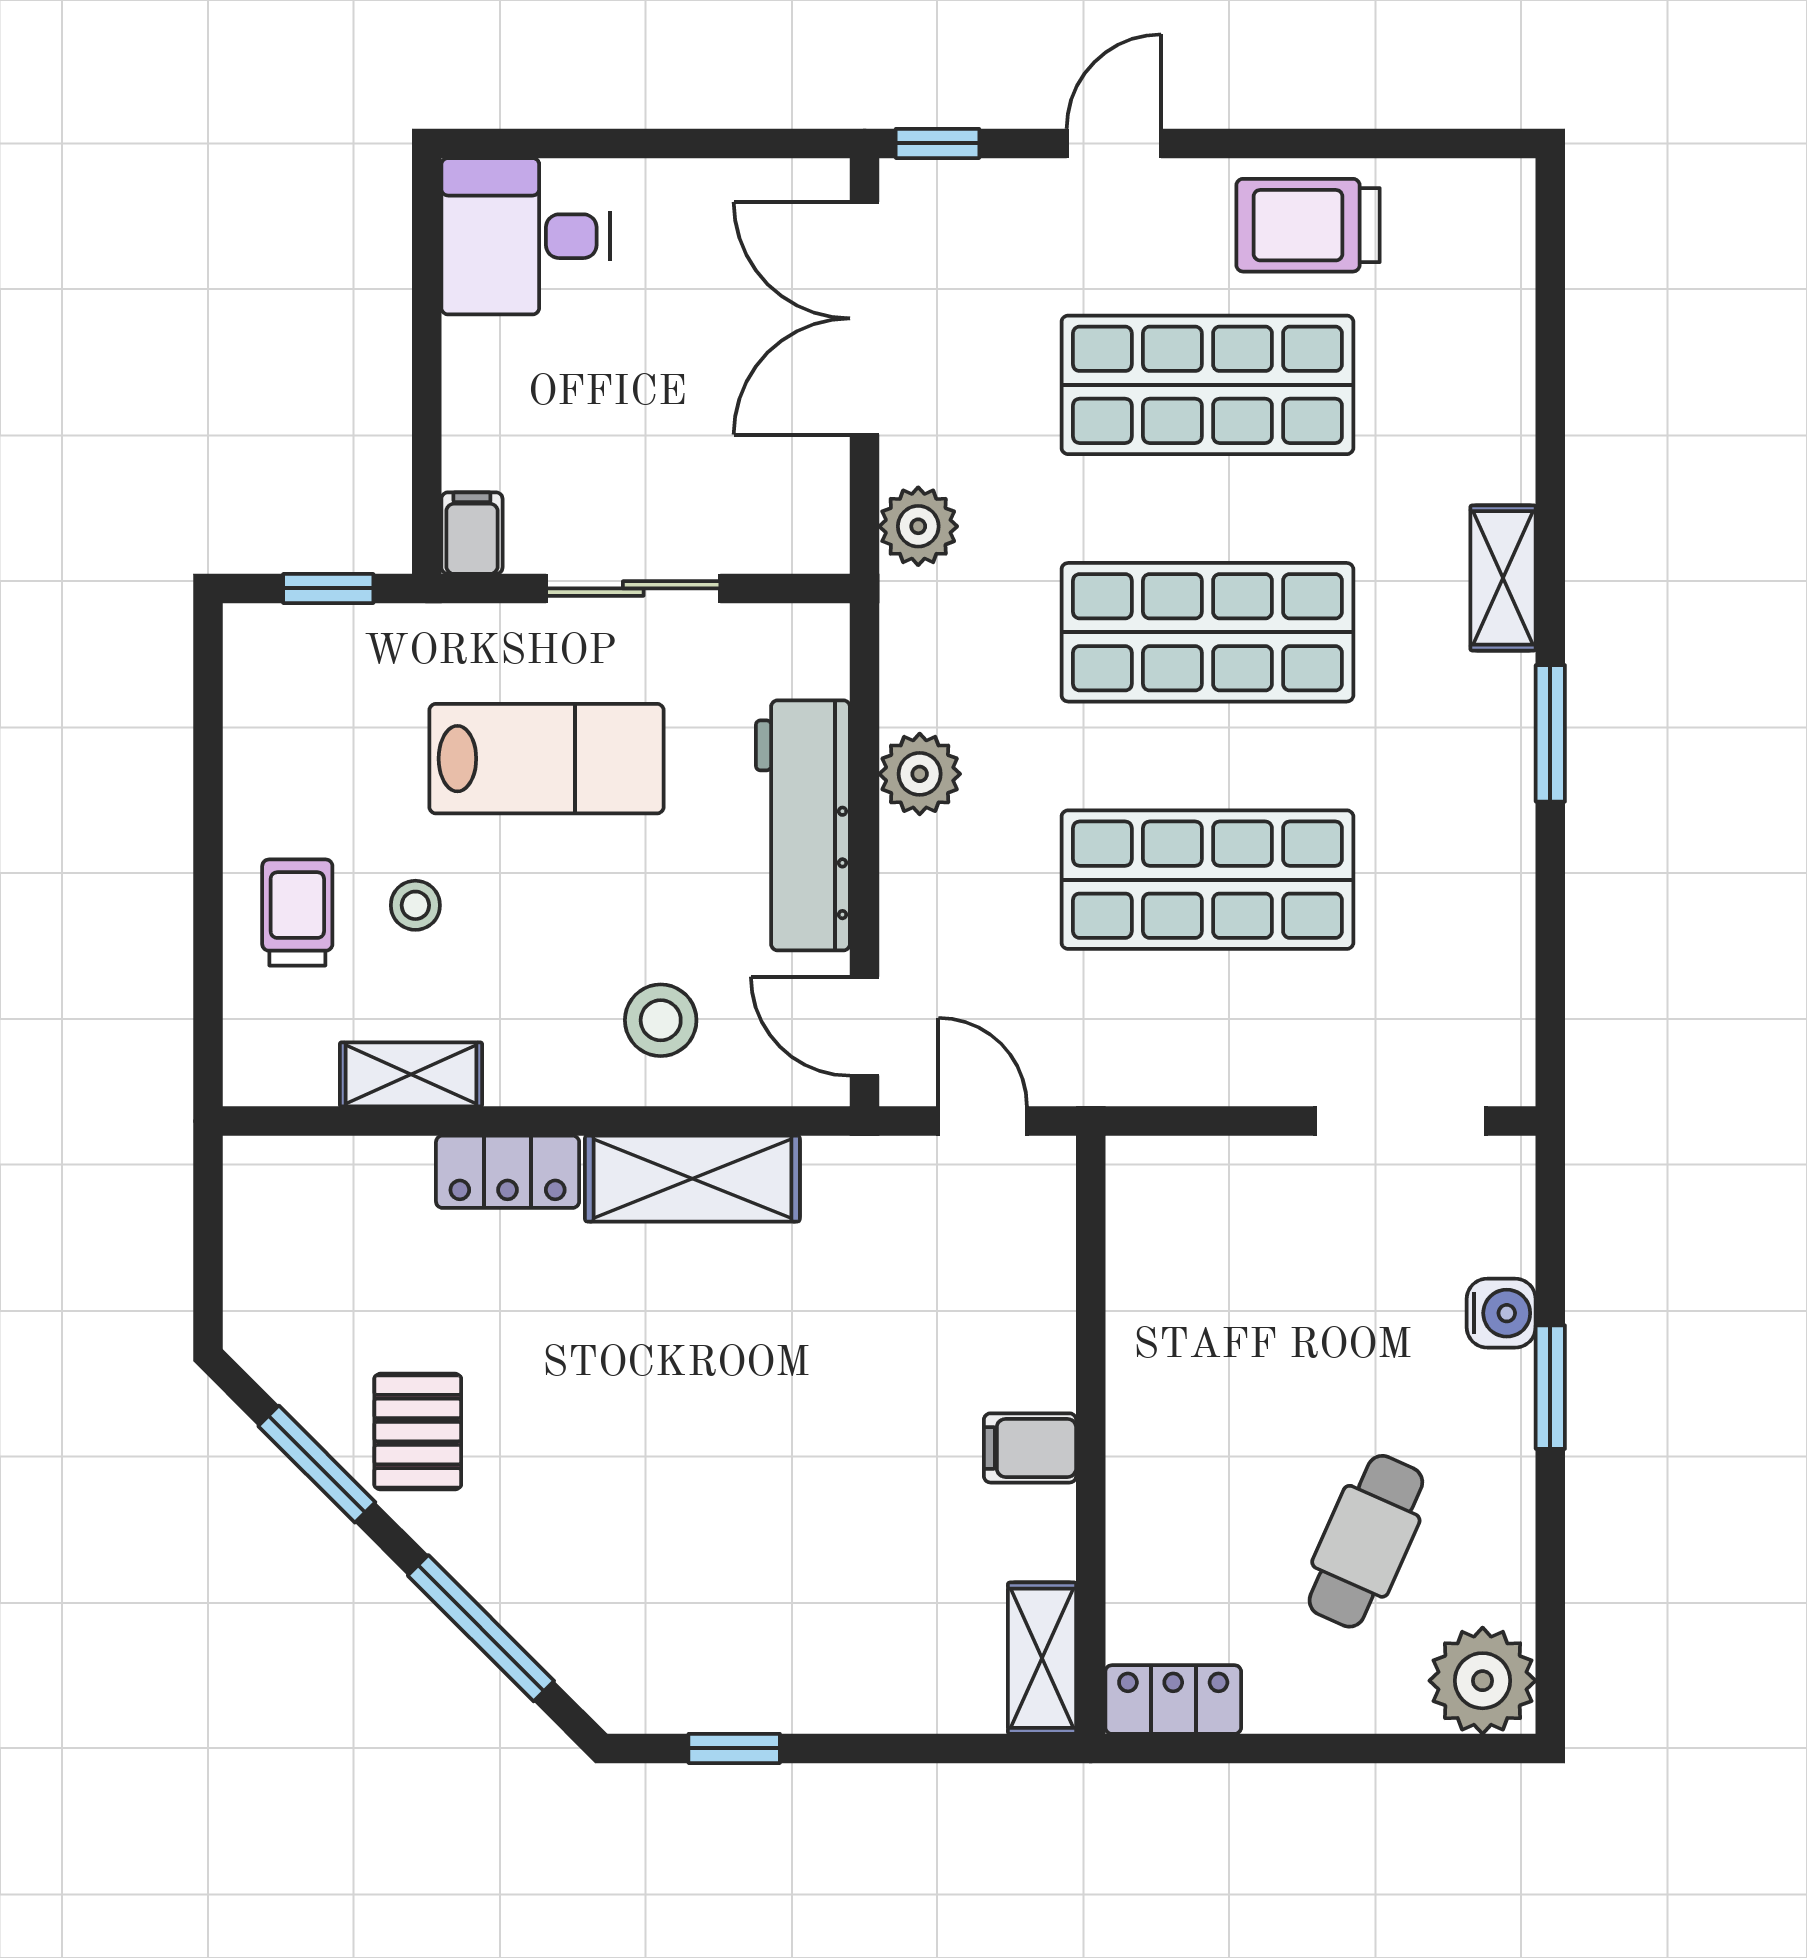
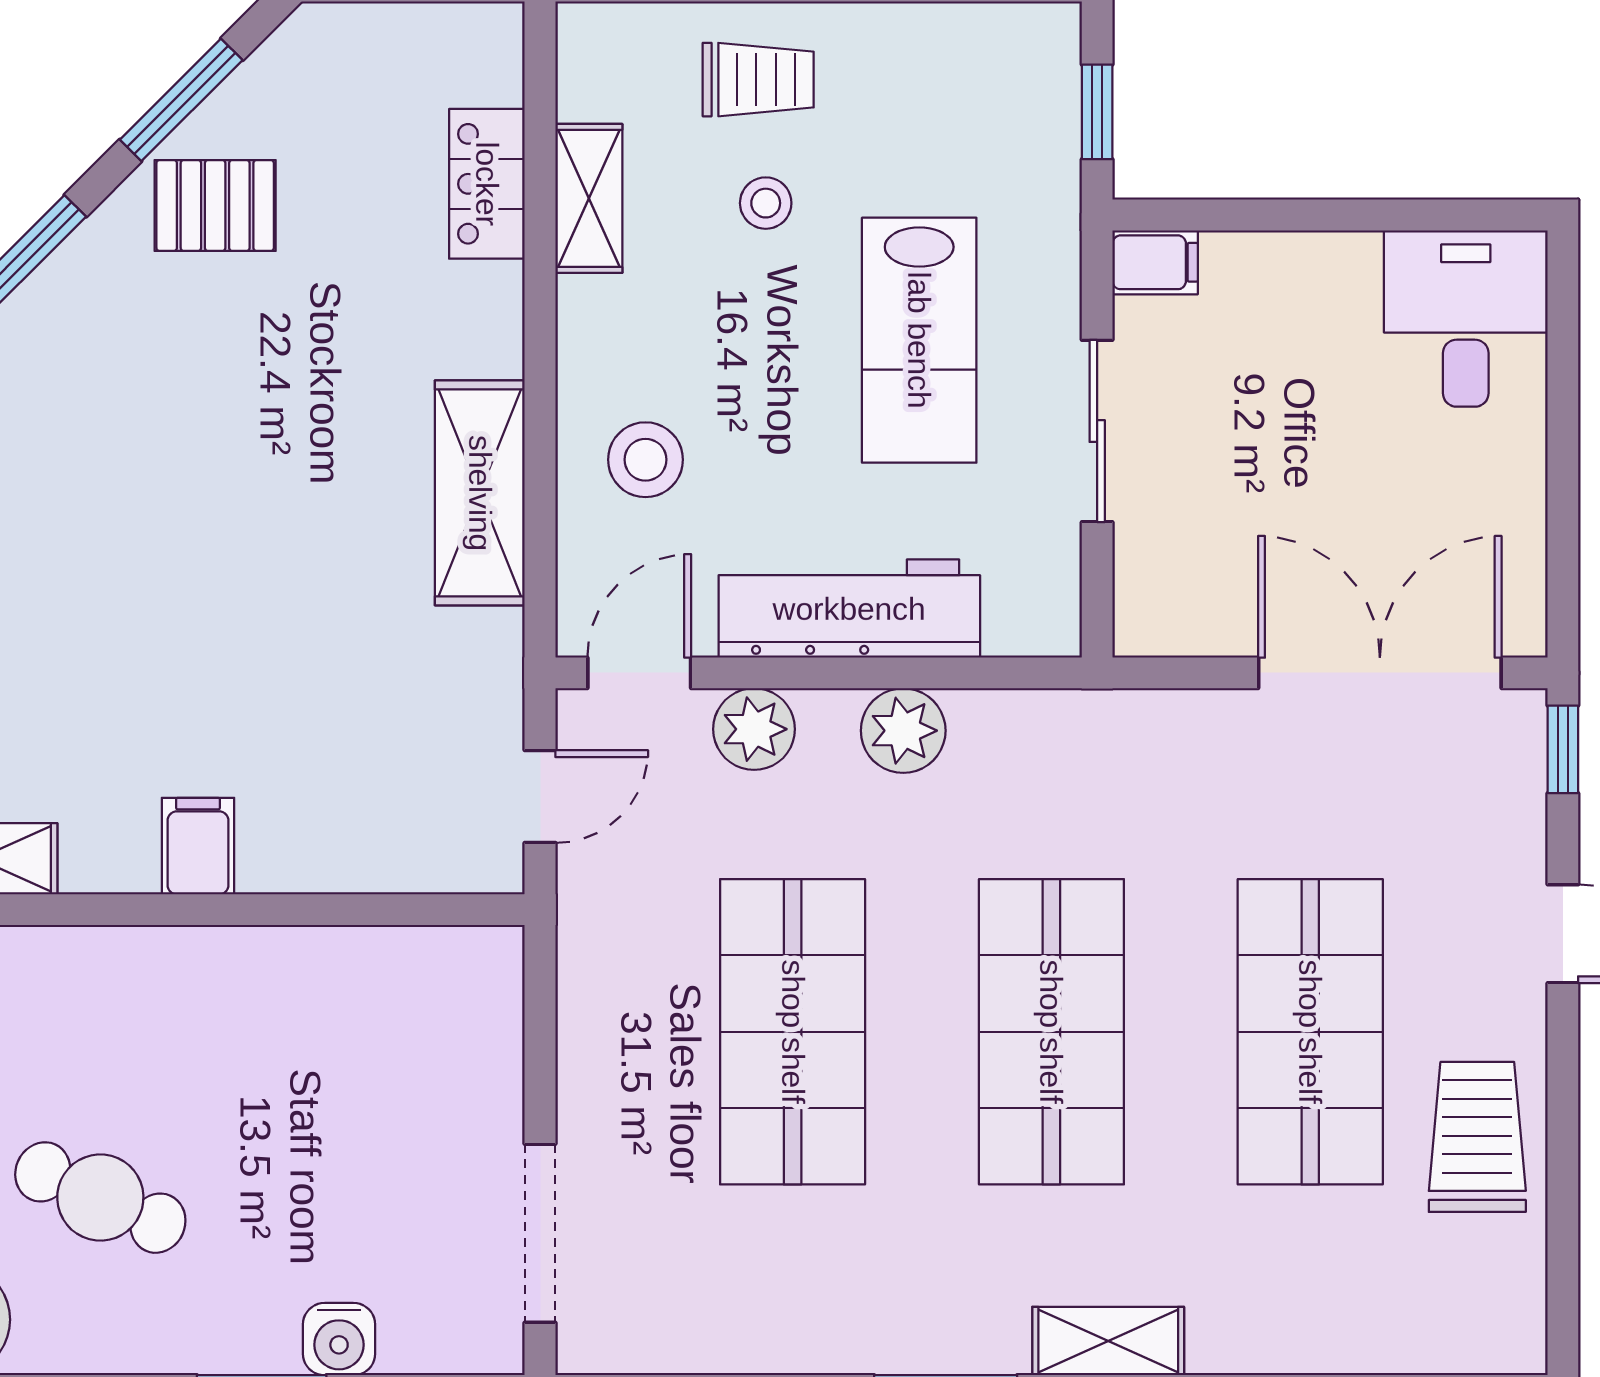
plant: (918, 526) -> (754, 729), moved
locker: (508, 1172) -> (487, 184), moved

